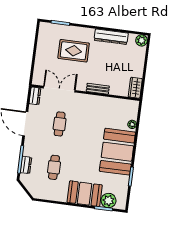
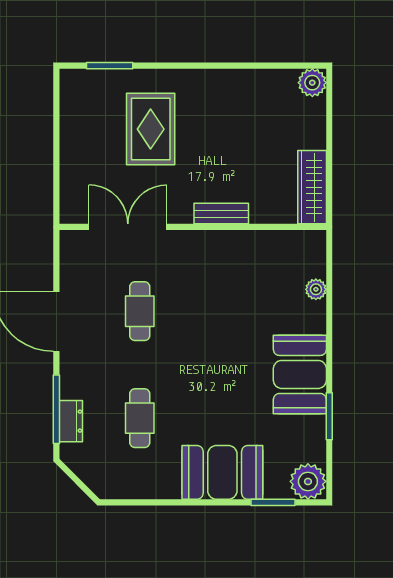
dresser: (111, 37) -> (237, 83), removed
rug: (74, 51) -> (151, 129), turned 90
wardrobe: (135, 88) -> (312, 187), width x1.50
dresser: (35, 96) -> (71, 251), removed
booth: (117, 152) -> (300, 374), width x0.73, depth x0.70
plant: (109, 201) -> (308, 481), moved

